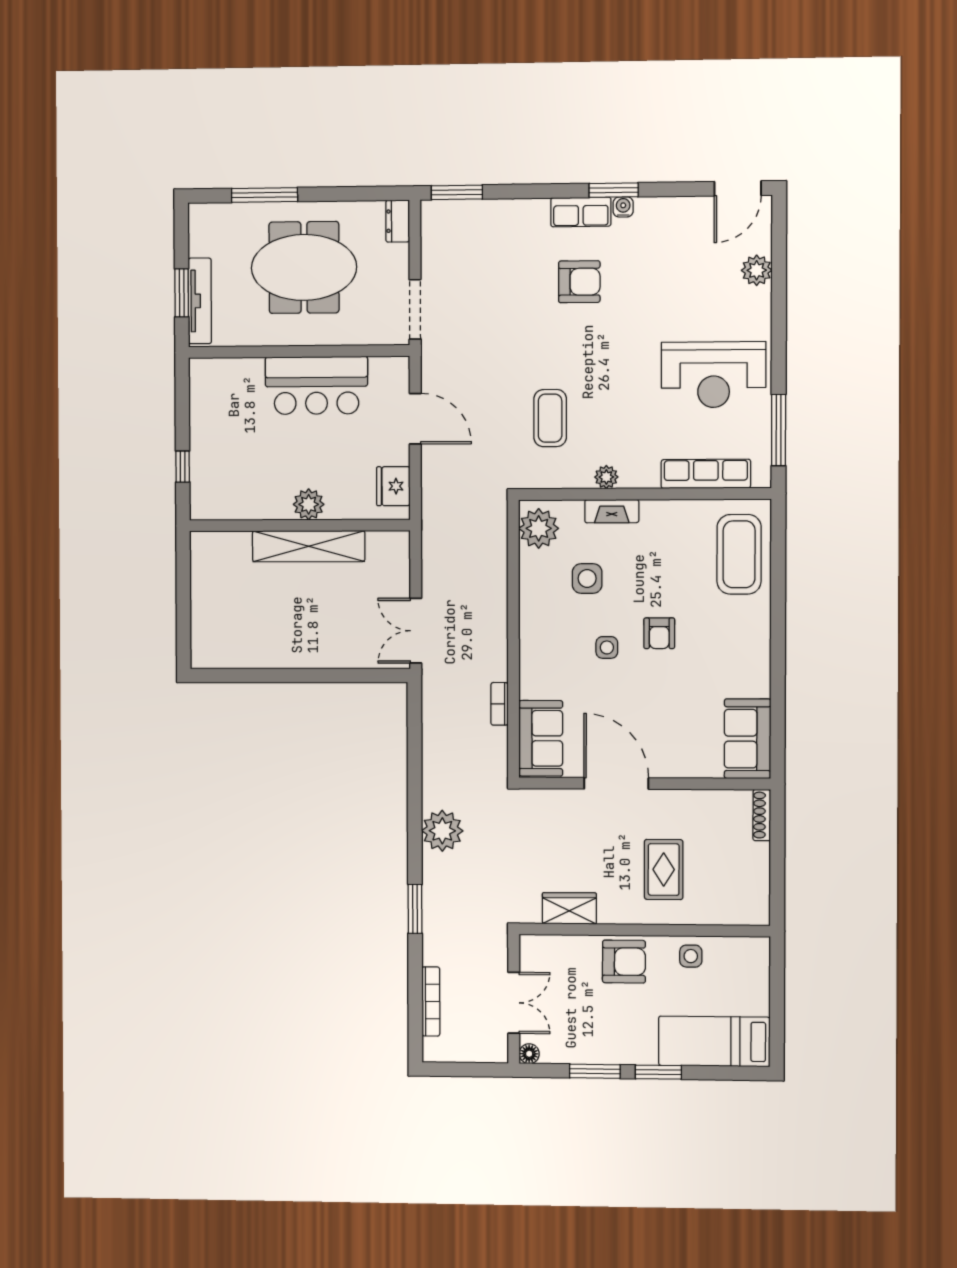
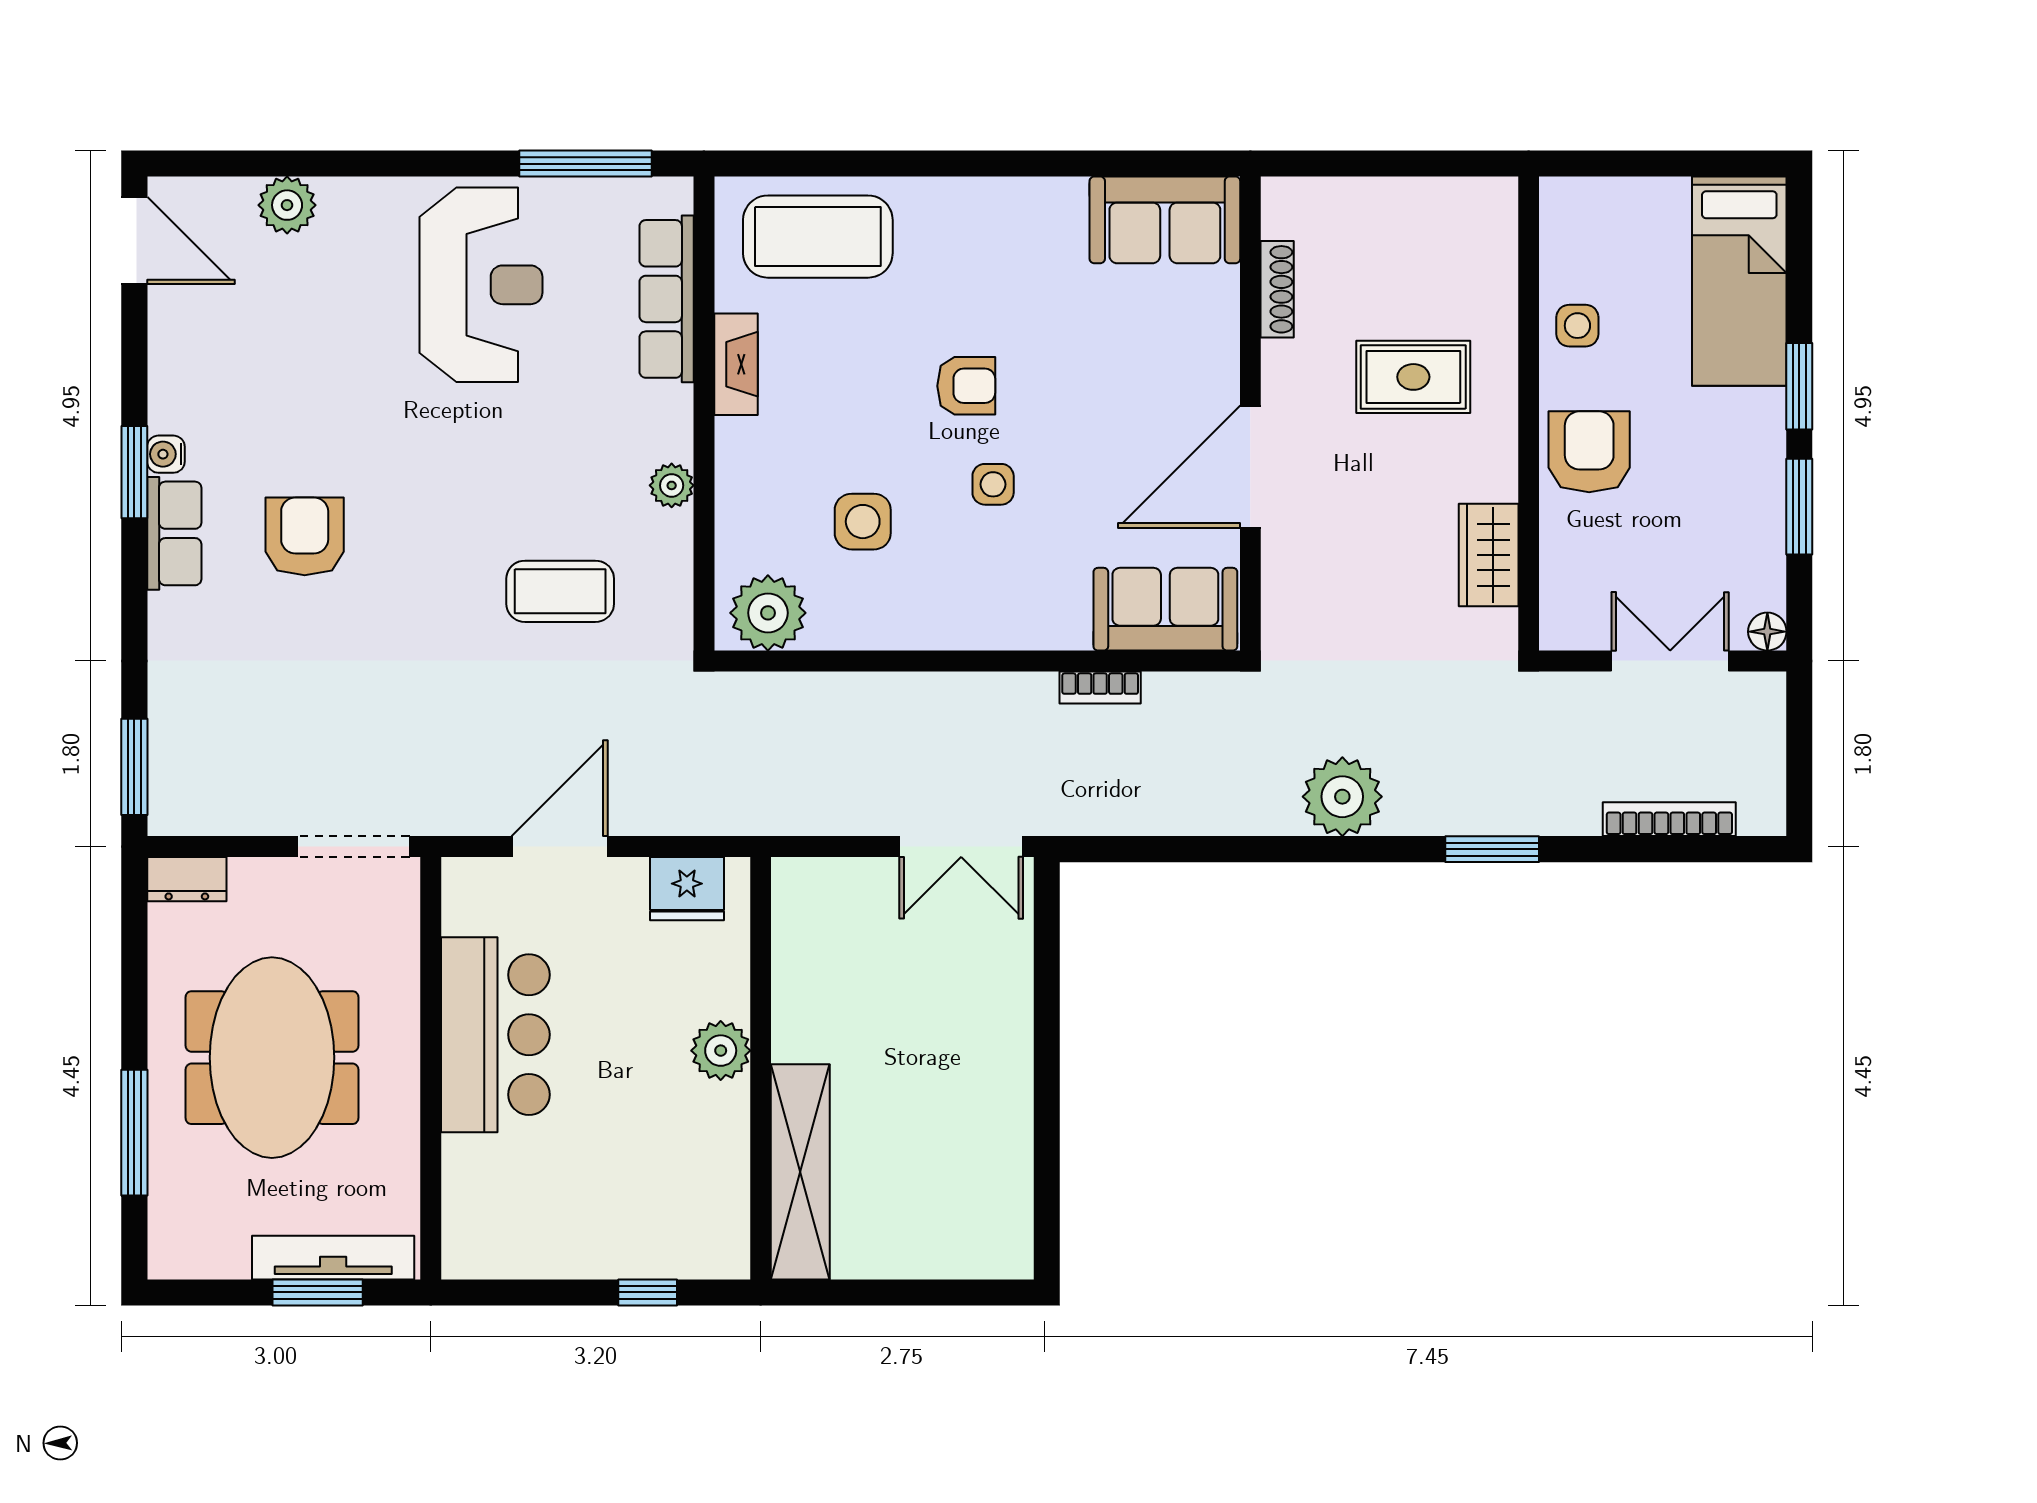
fireplace: (612, 511) -> (736, 364), moved
shelving: (309, 546) -> (800, 1172), moved
shoe rack: (762, 815) -> (1277, 289), moved, turned -90

